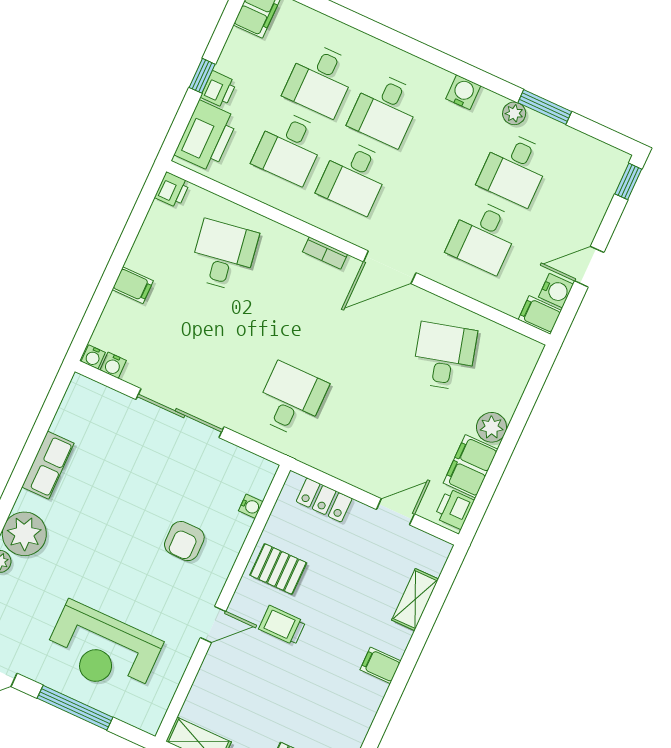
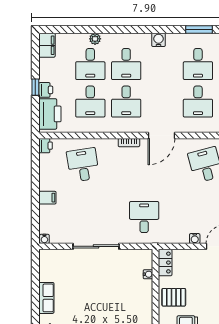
plant: (514, 113) -> (95, 39), moved
water cooler: (113, 365) -> (195, 238), moved
locker: (324, 500) -> (165, 263), moved, turned -90
armchair: (184, 541) -> (125, 304), removed

